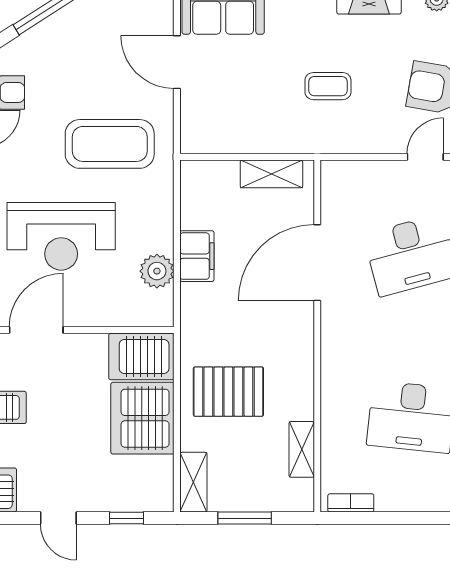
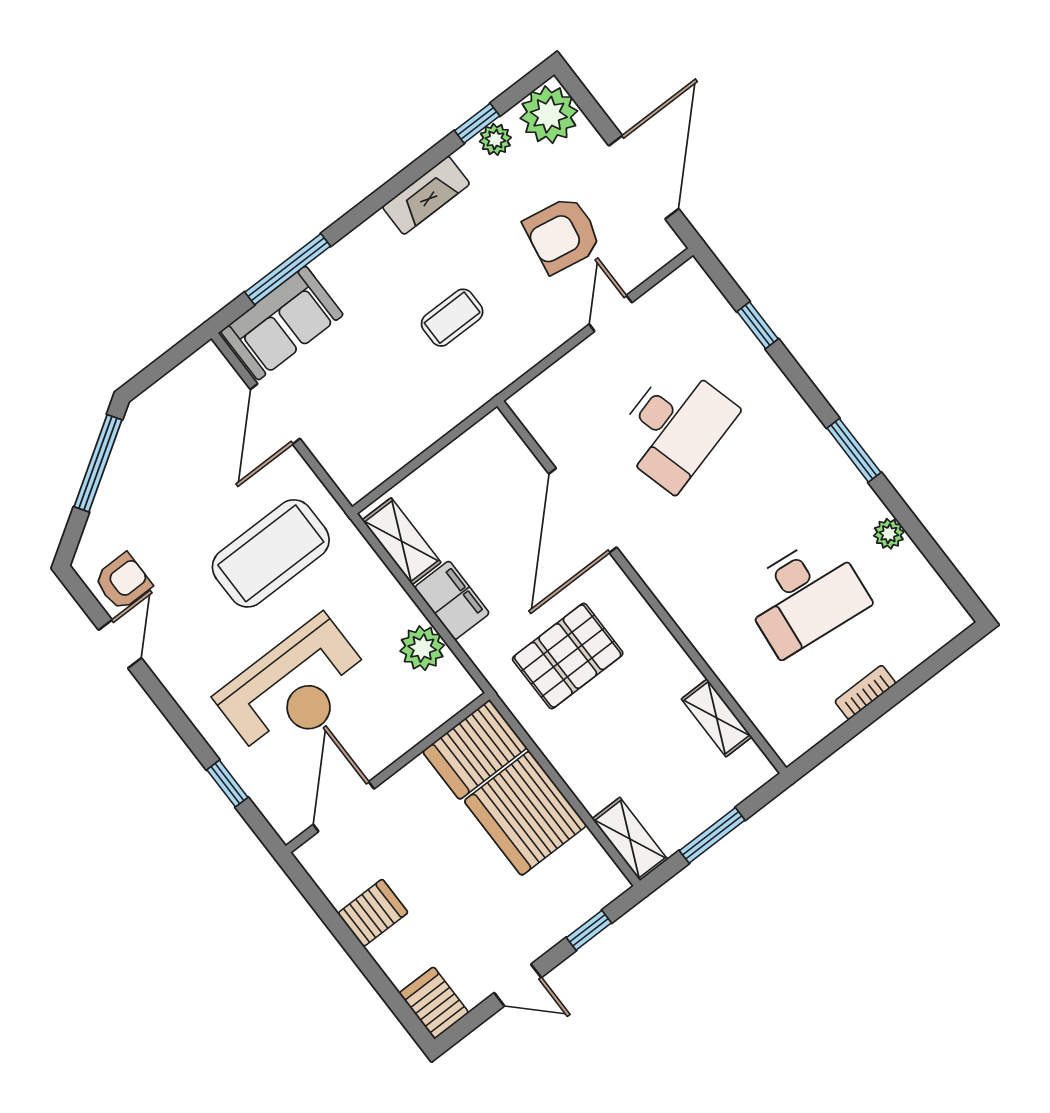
door: (177, 62) -> (275, 414), hinge flipped
shelving: (271, 174) -> (401, 541), moved, turned 90
pallet: (228, 392) -> (568, 656), moved
bookcase: (351, 503) -> (865, 692), moved

